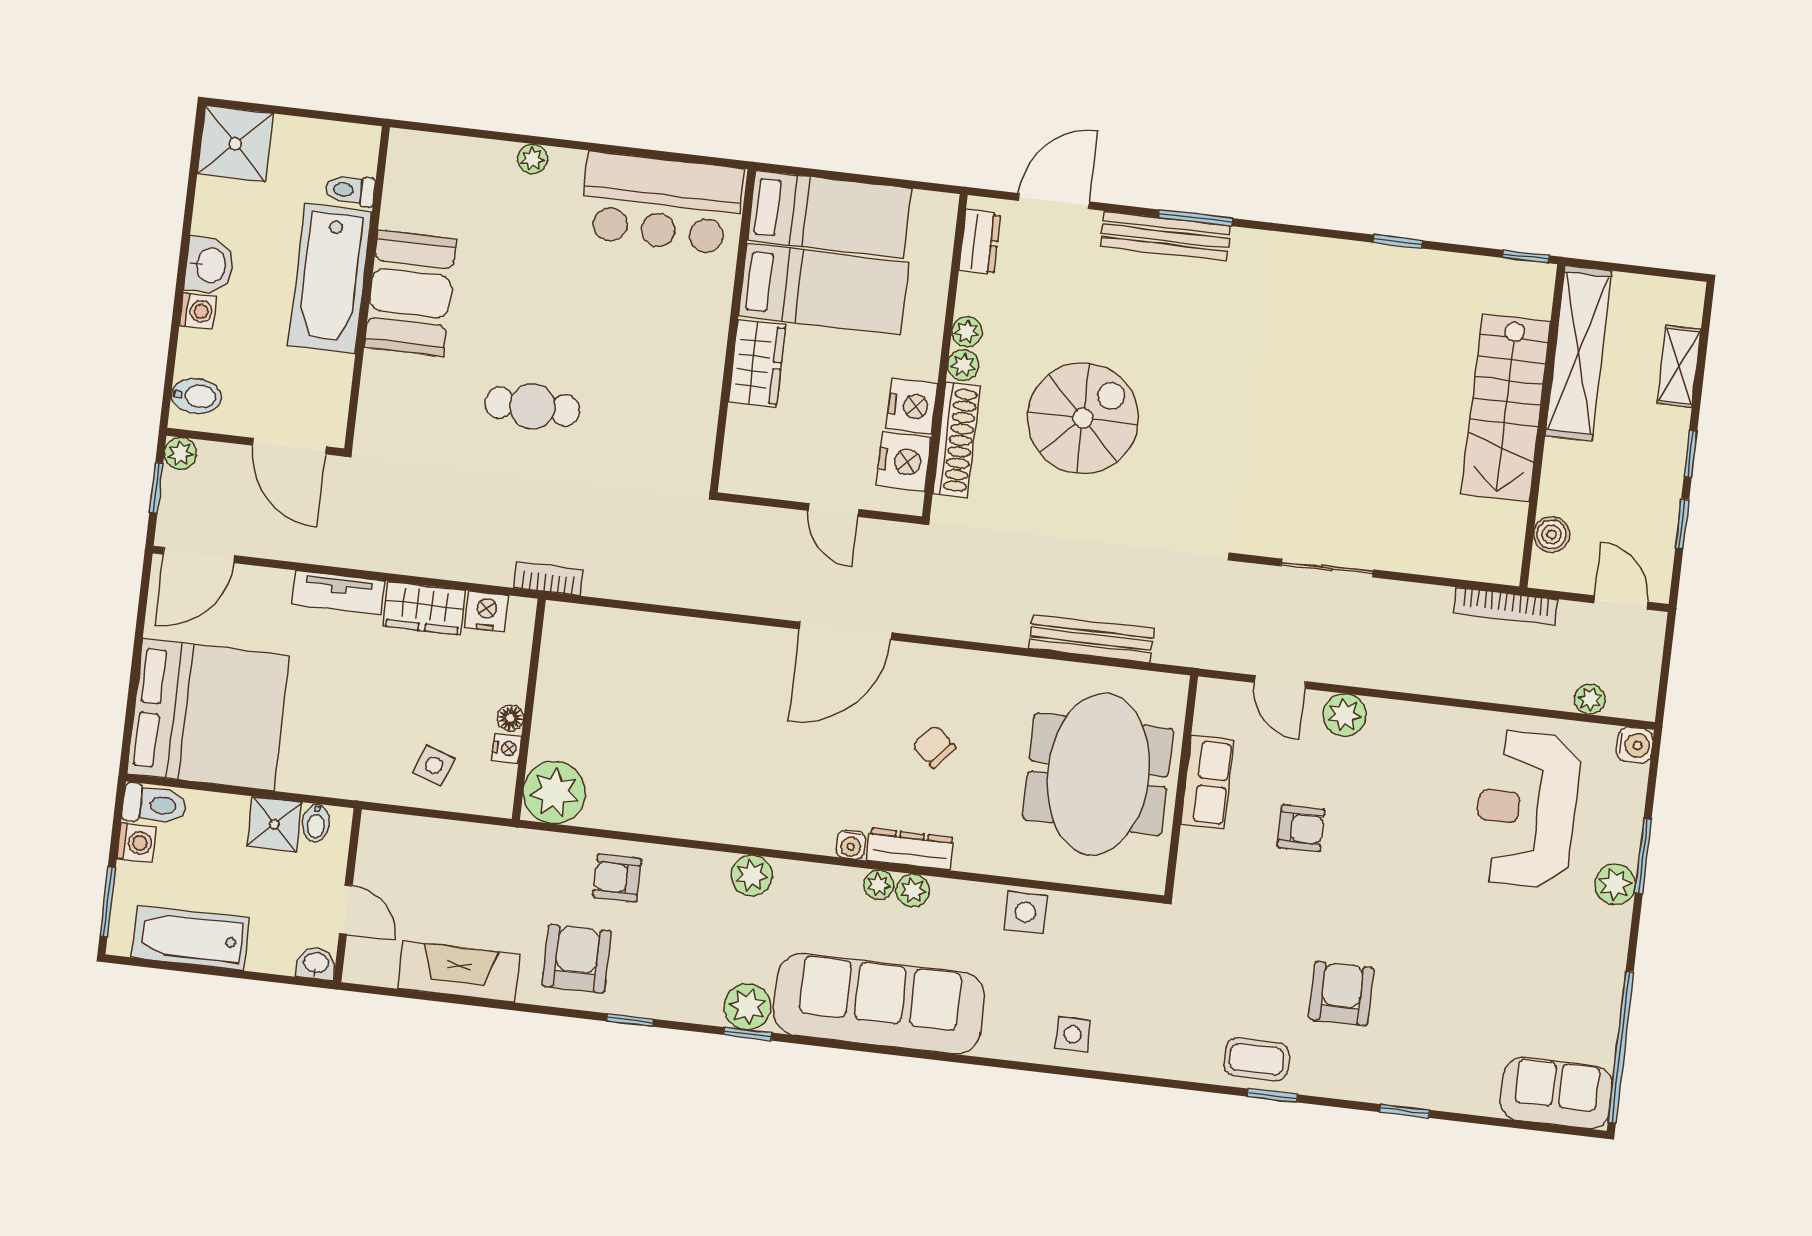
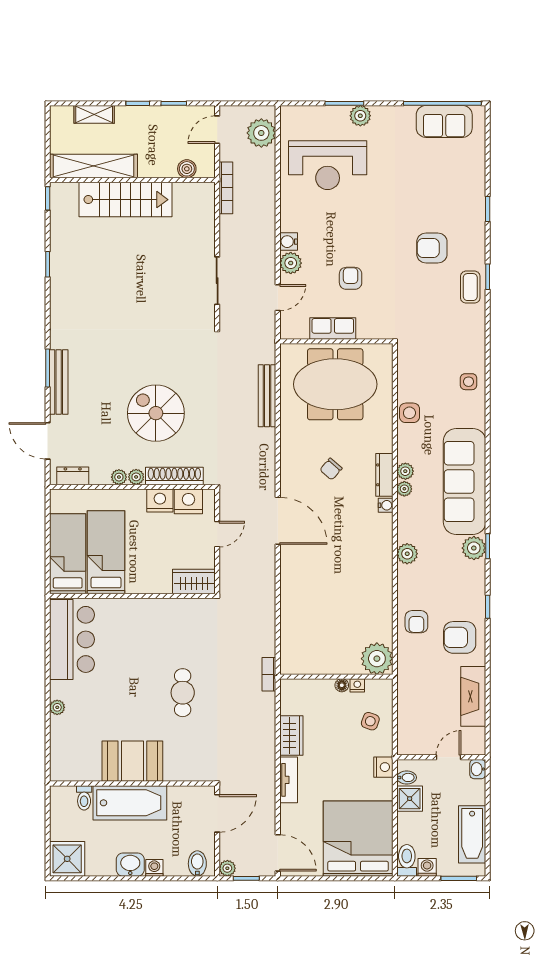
wardrobe: (757, 364) -> (194, 581), moved
nightstand: (486, 611) -> (383, 767), moved, turned 180
plant: (1590, 699) -> (261, 133), width x1.87, depth x1.87
water cooler: (1635, 745) -> (289, 242), moved, turned -90
sofa: (1556, 1093) -> (444, 121), moved, turned -90

